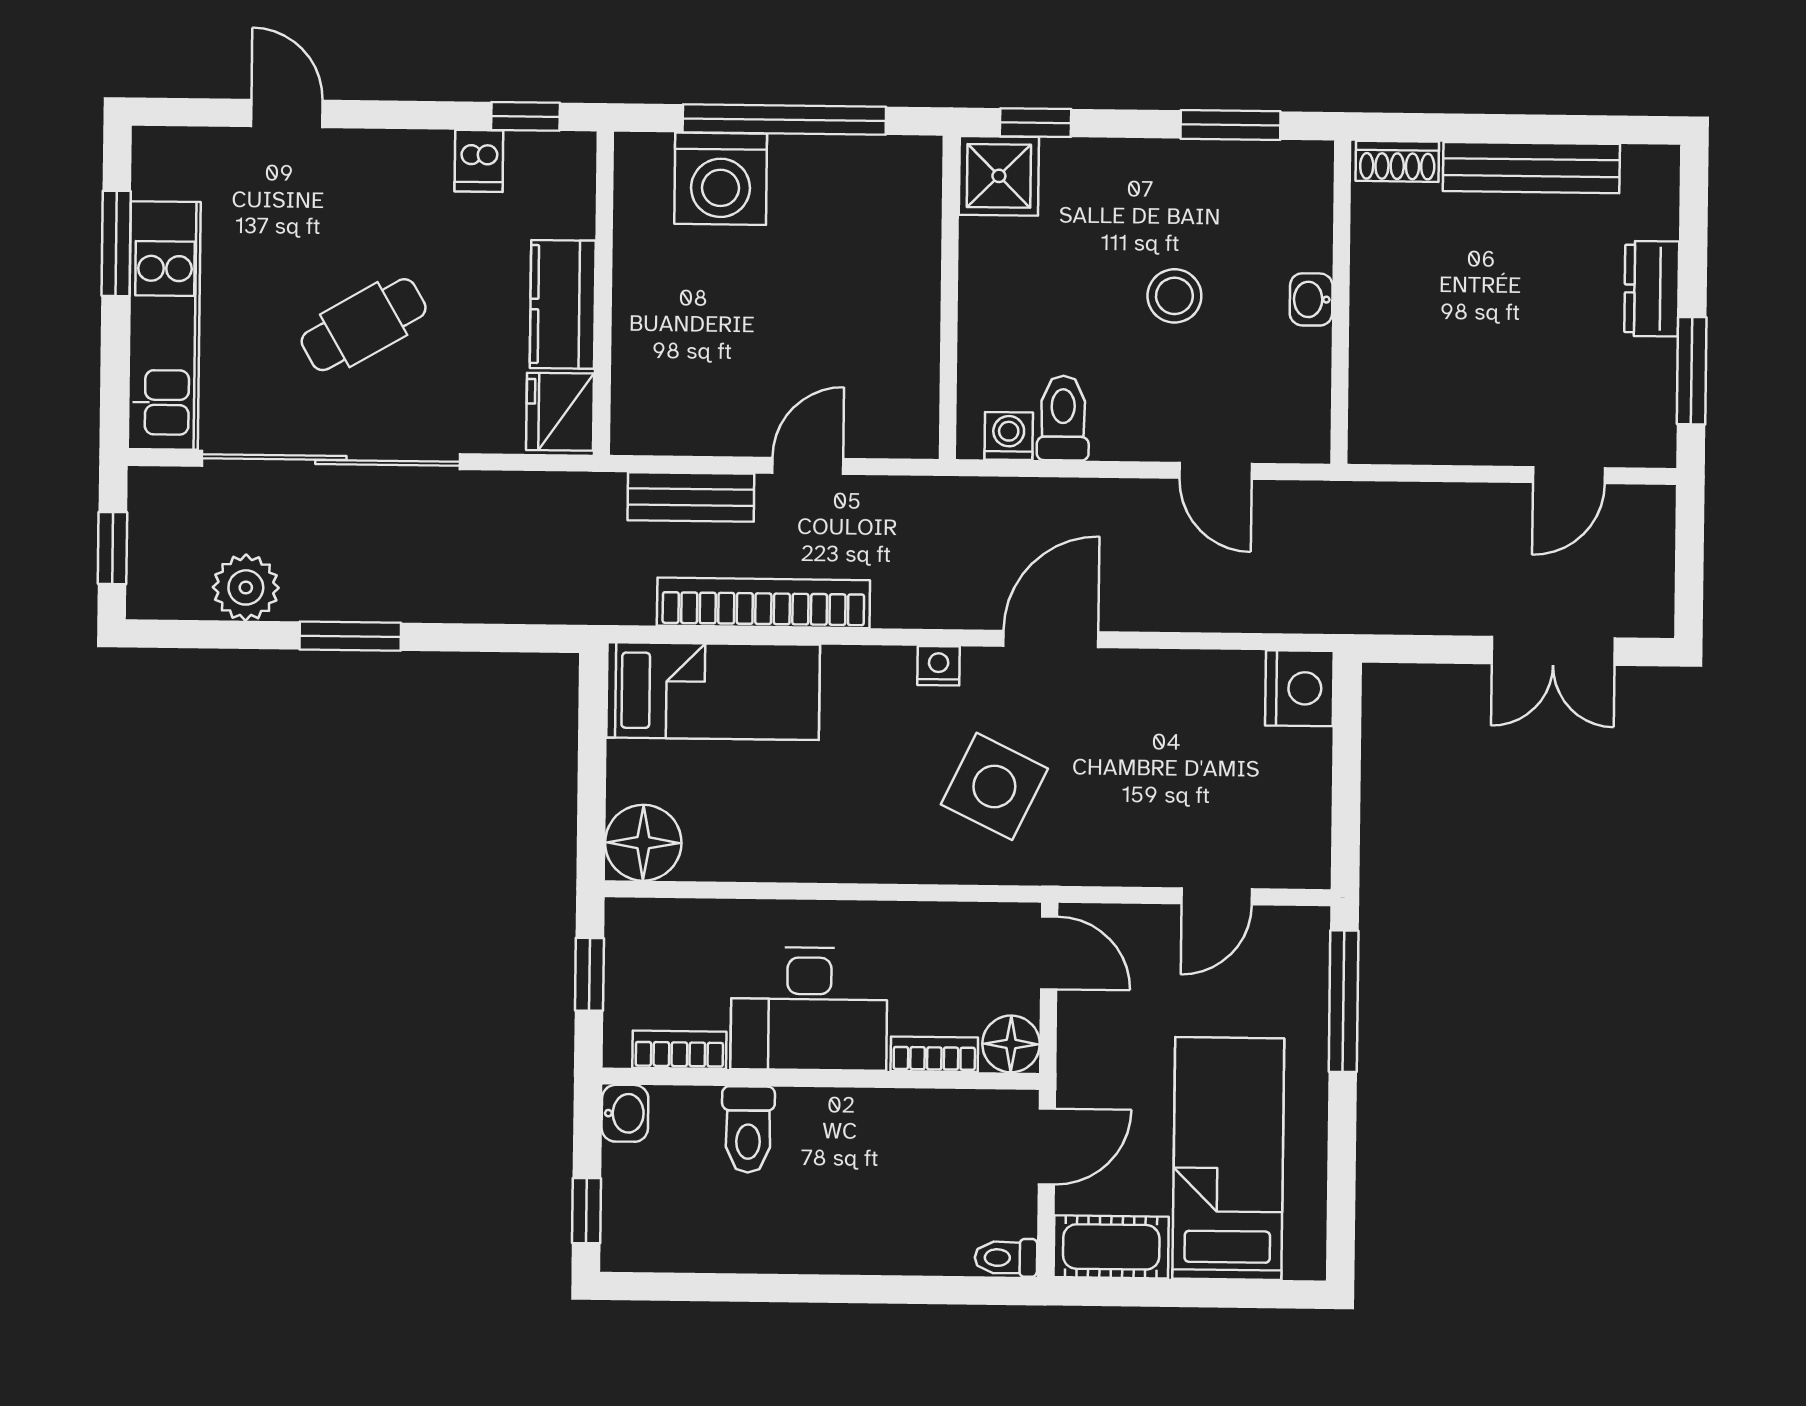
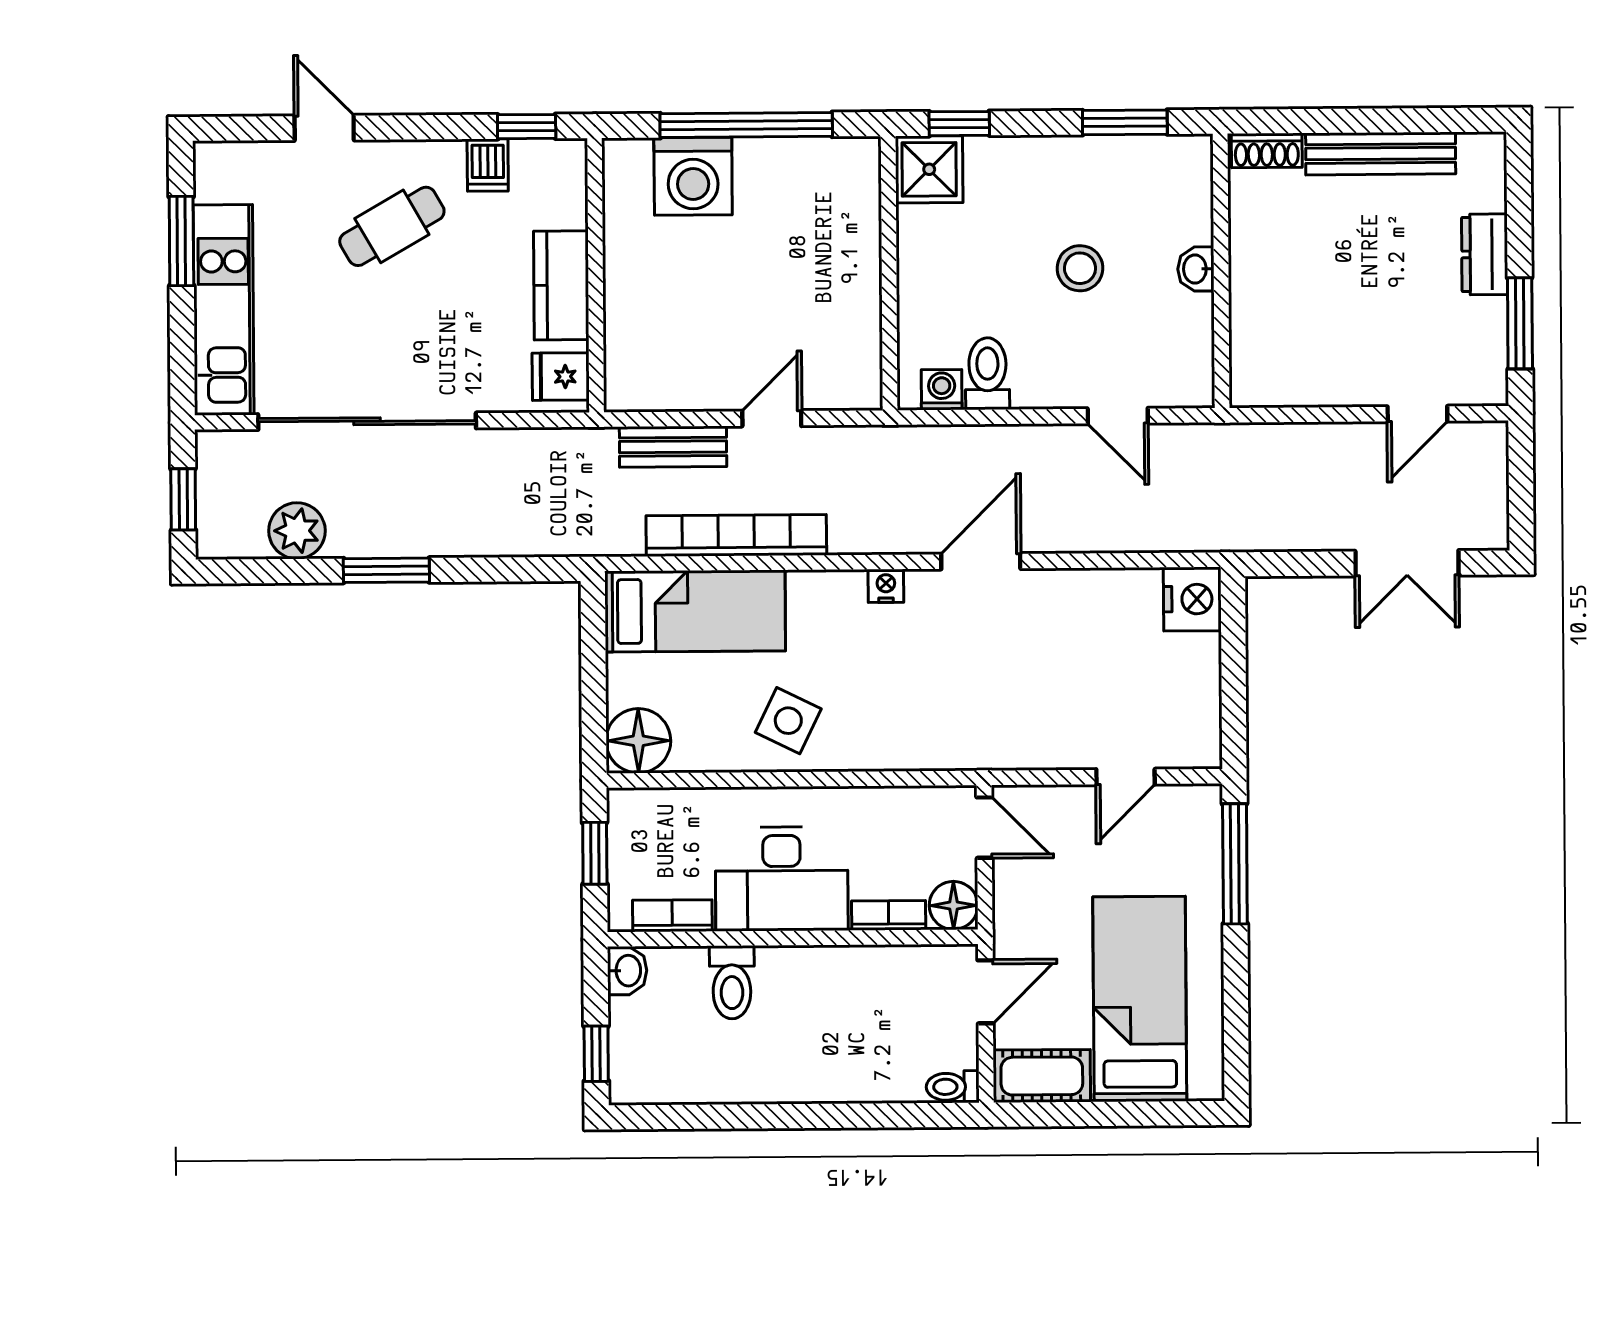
cafe table: (364, 325) -> (392, 226), moved
fridge: (560, 412) -> (561, 377), width x0.72
side table: (994, 786) -> (788, 721), moved, width x0.73, depth x0.73

